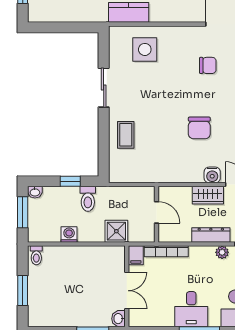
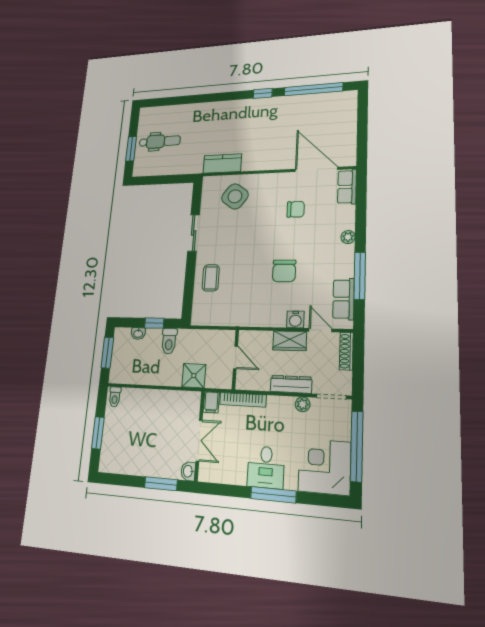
side table: (145, 49) -> (235, 196), turned 37
washbasin: (35, 192) -> (138, 333), moved
washing machine: (69, 235) -> (148, 377), removed

